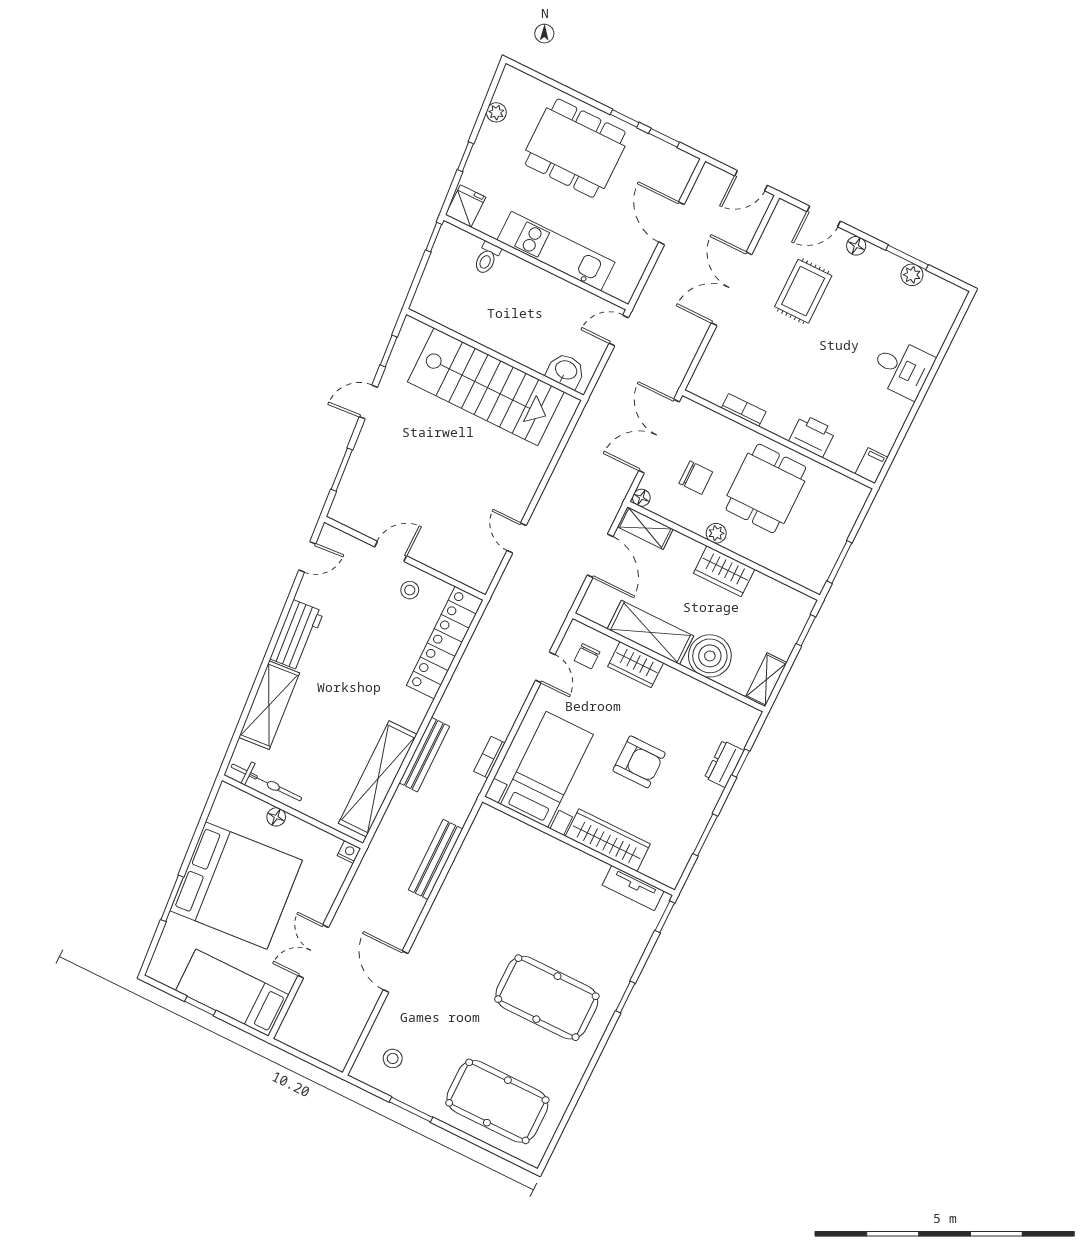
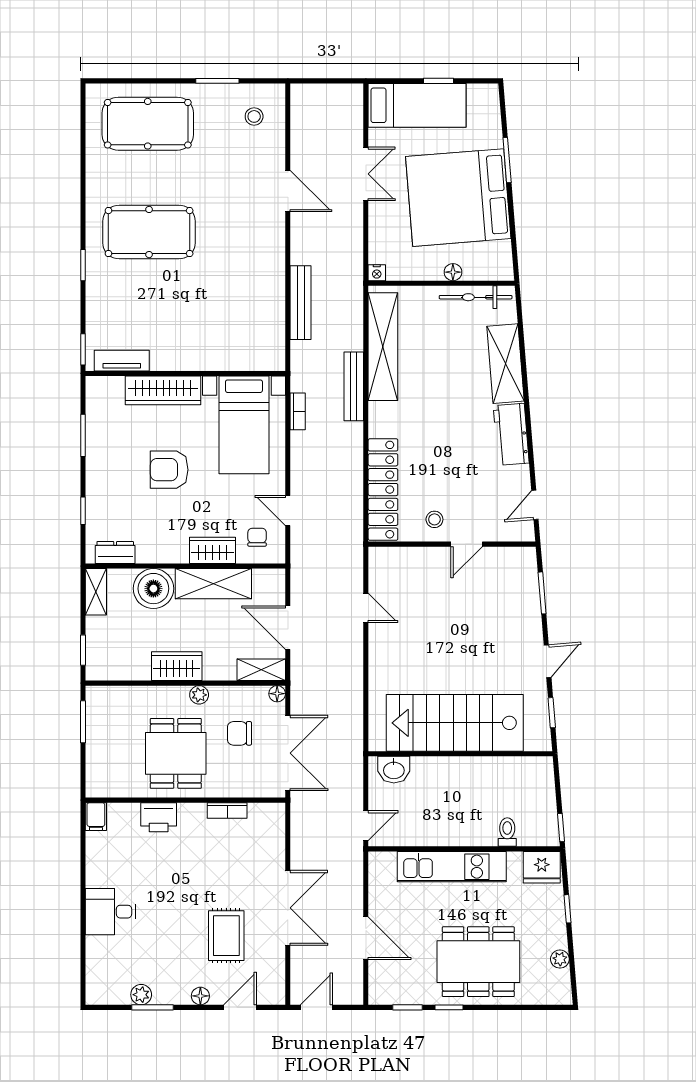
fridge: (466, 206) -> (542, 867), width x1.38
dresser: (724, 764) -> (115, 553), moved, turned -90

